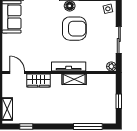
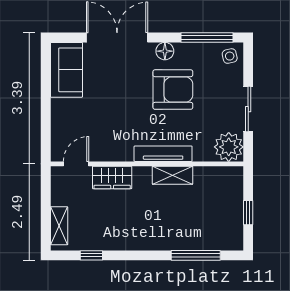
plant: (111, 66) -> (229, 147), width x1.87, depth x1.87
door: (17, 72) -> (76, 164), hinge flipped

